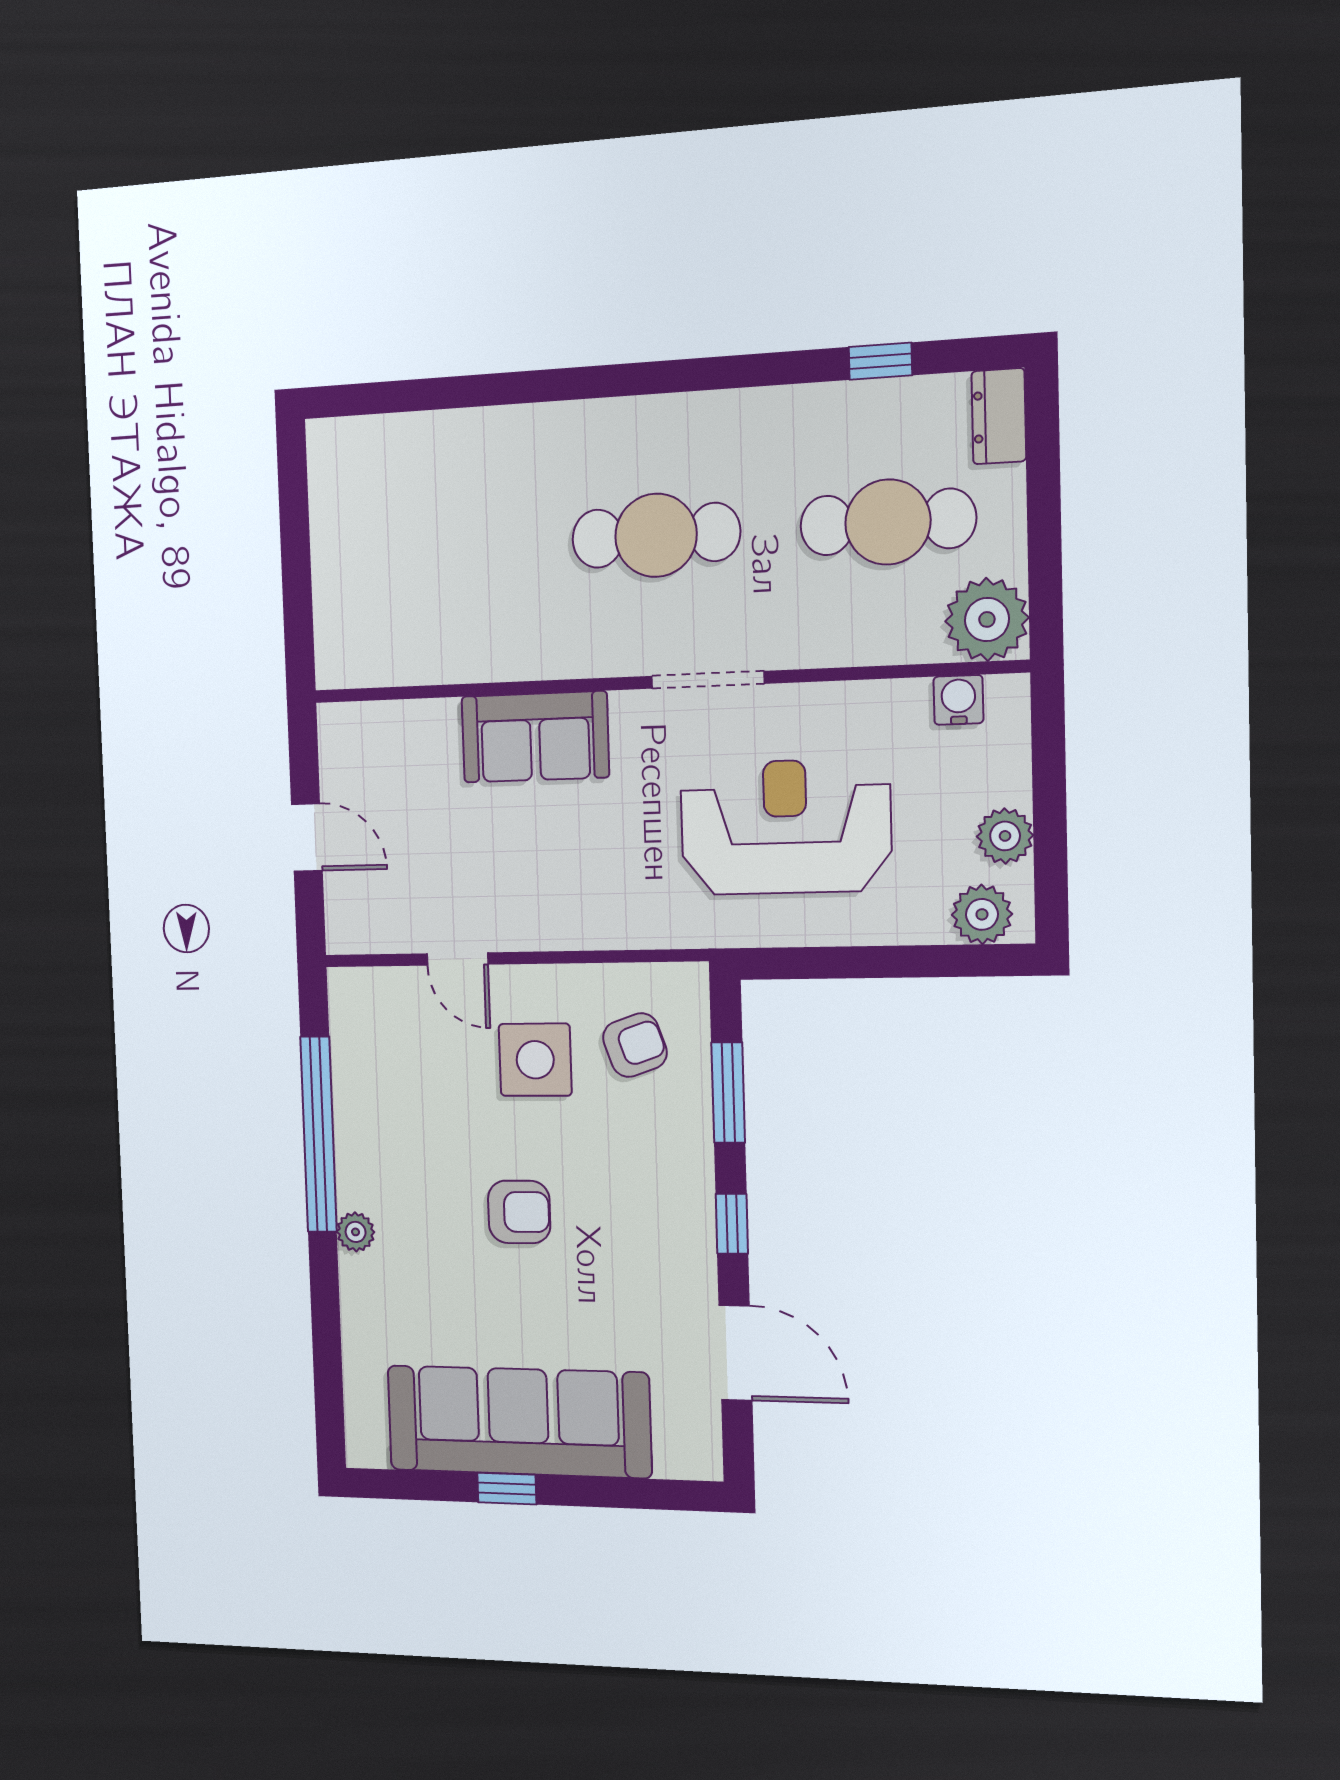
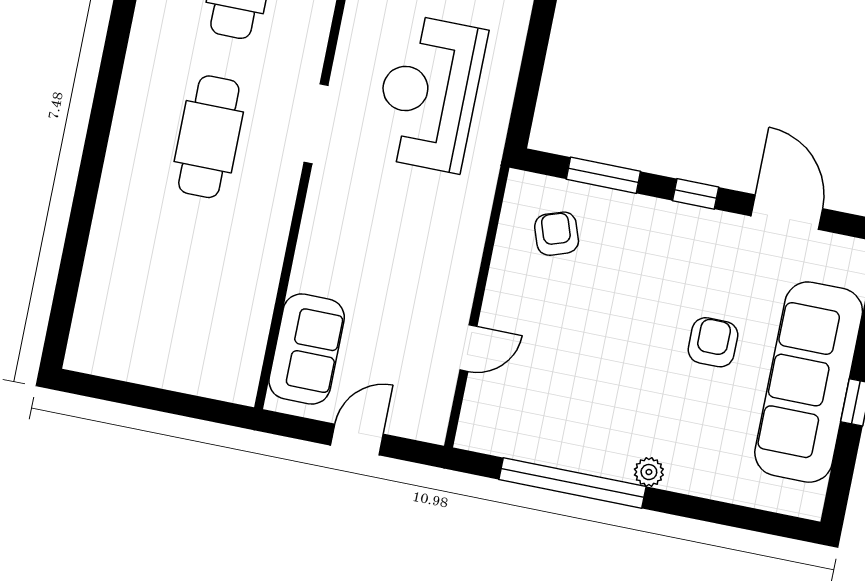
sofa: (535, 737) -> (307, 349), moved
side table: (535, 1060) -> (552, 308), removed
armchair: (519, 1212) -> (713, 342), moved
door: (735, 1353) -> (787, 212), hinge flipped

